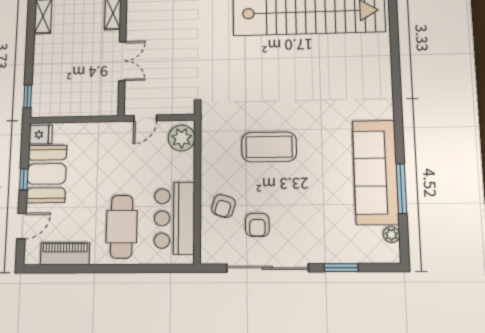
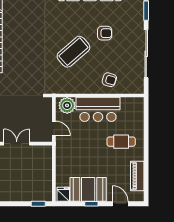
coffee table: (269, 147) -> (73, 52), turned 49
bar counter: (174, 218) -> (98, 109), moved
armchair: (257, 225) -> (105, 33), moved
cafe table: (122, 227) -> (121, 142), width x0.73, depth x0.74

